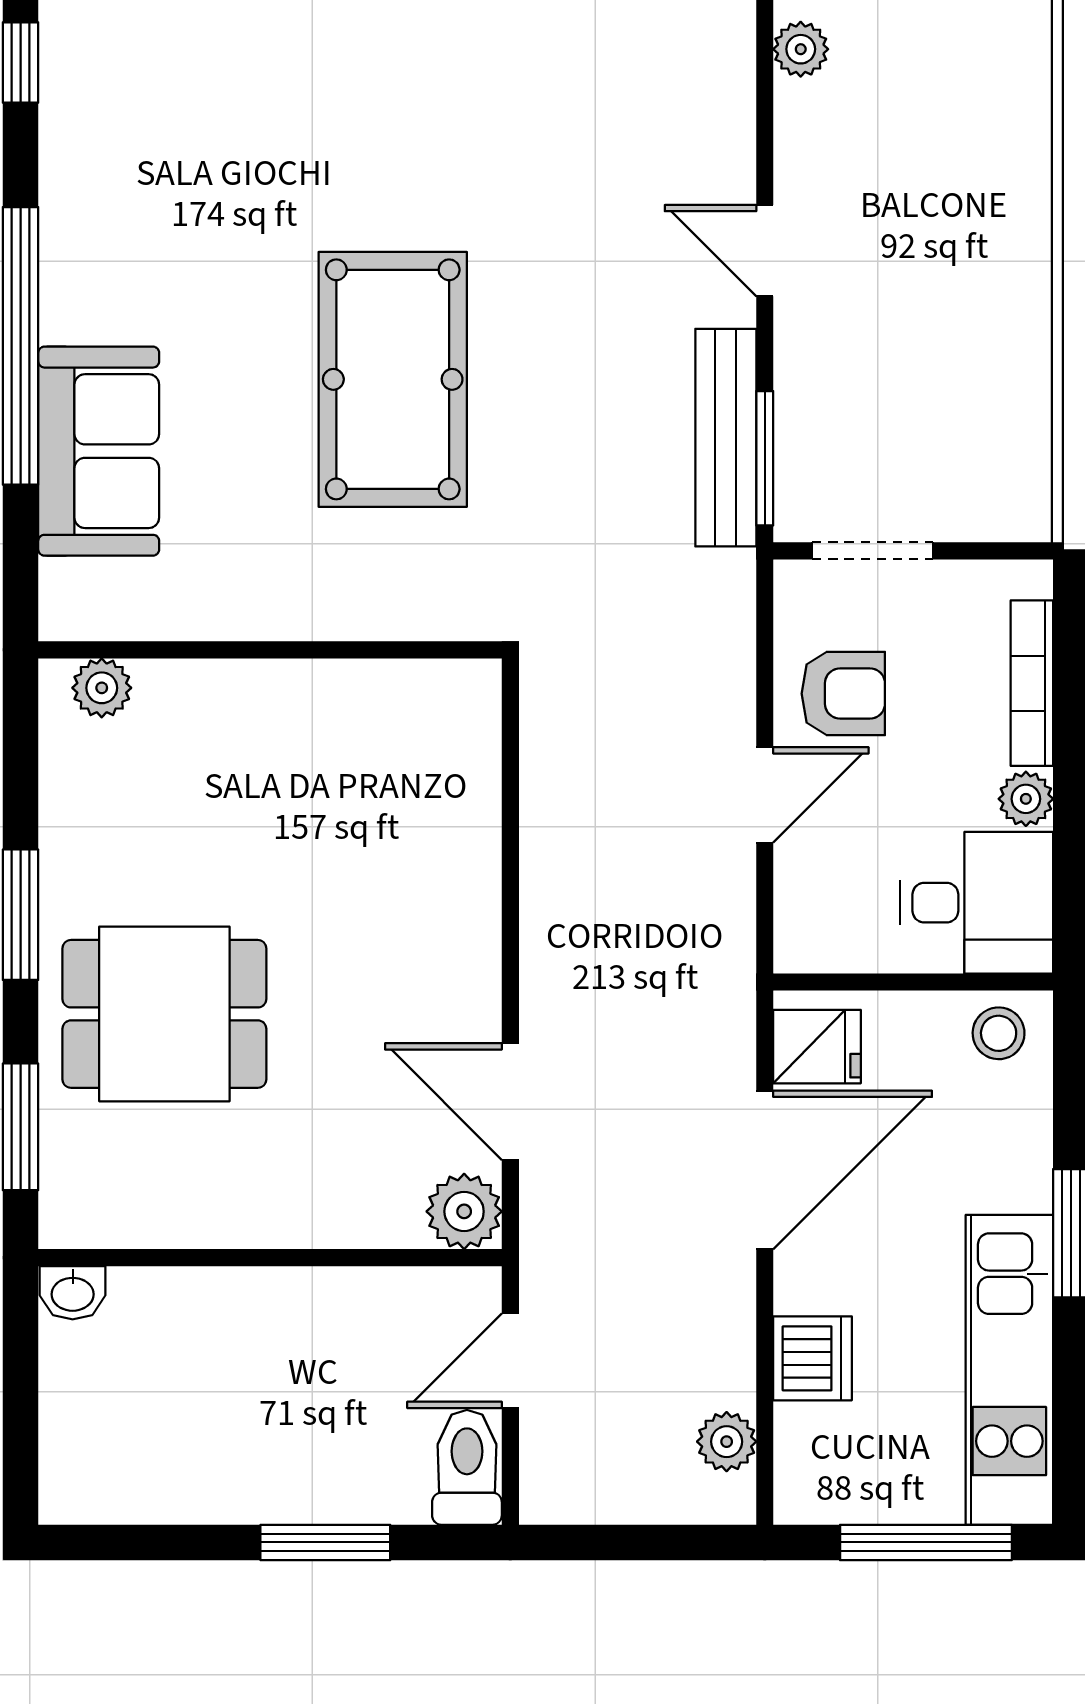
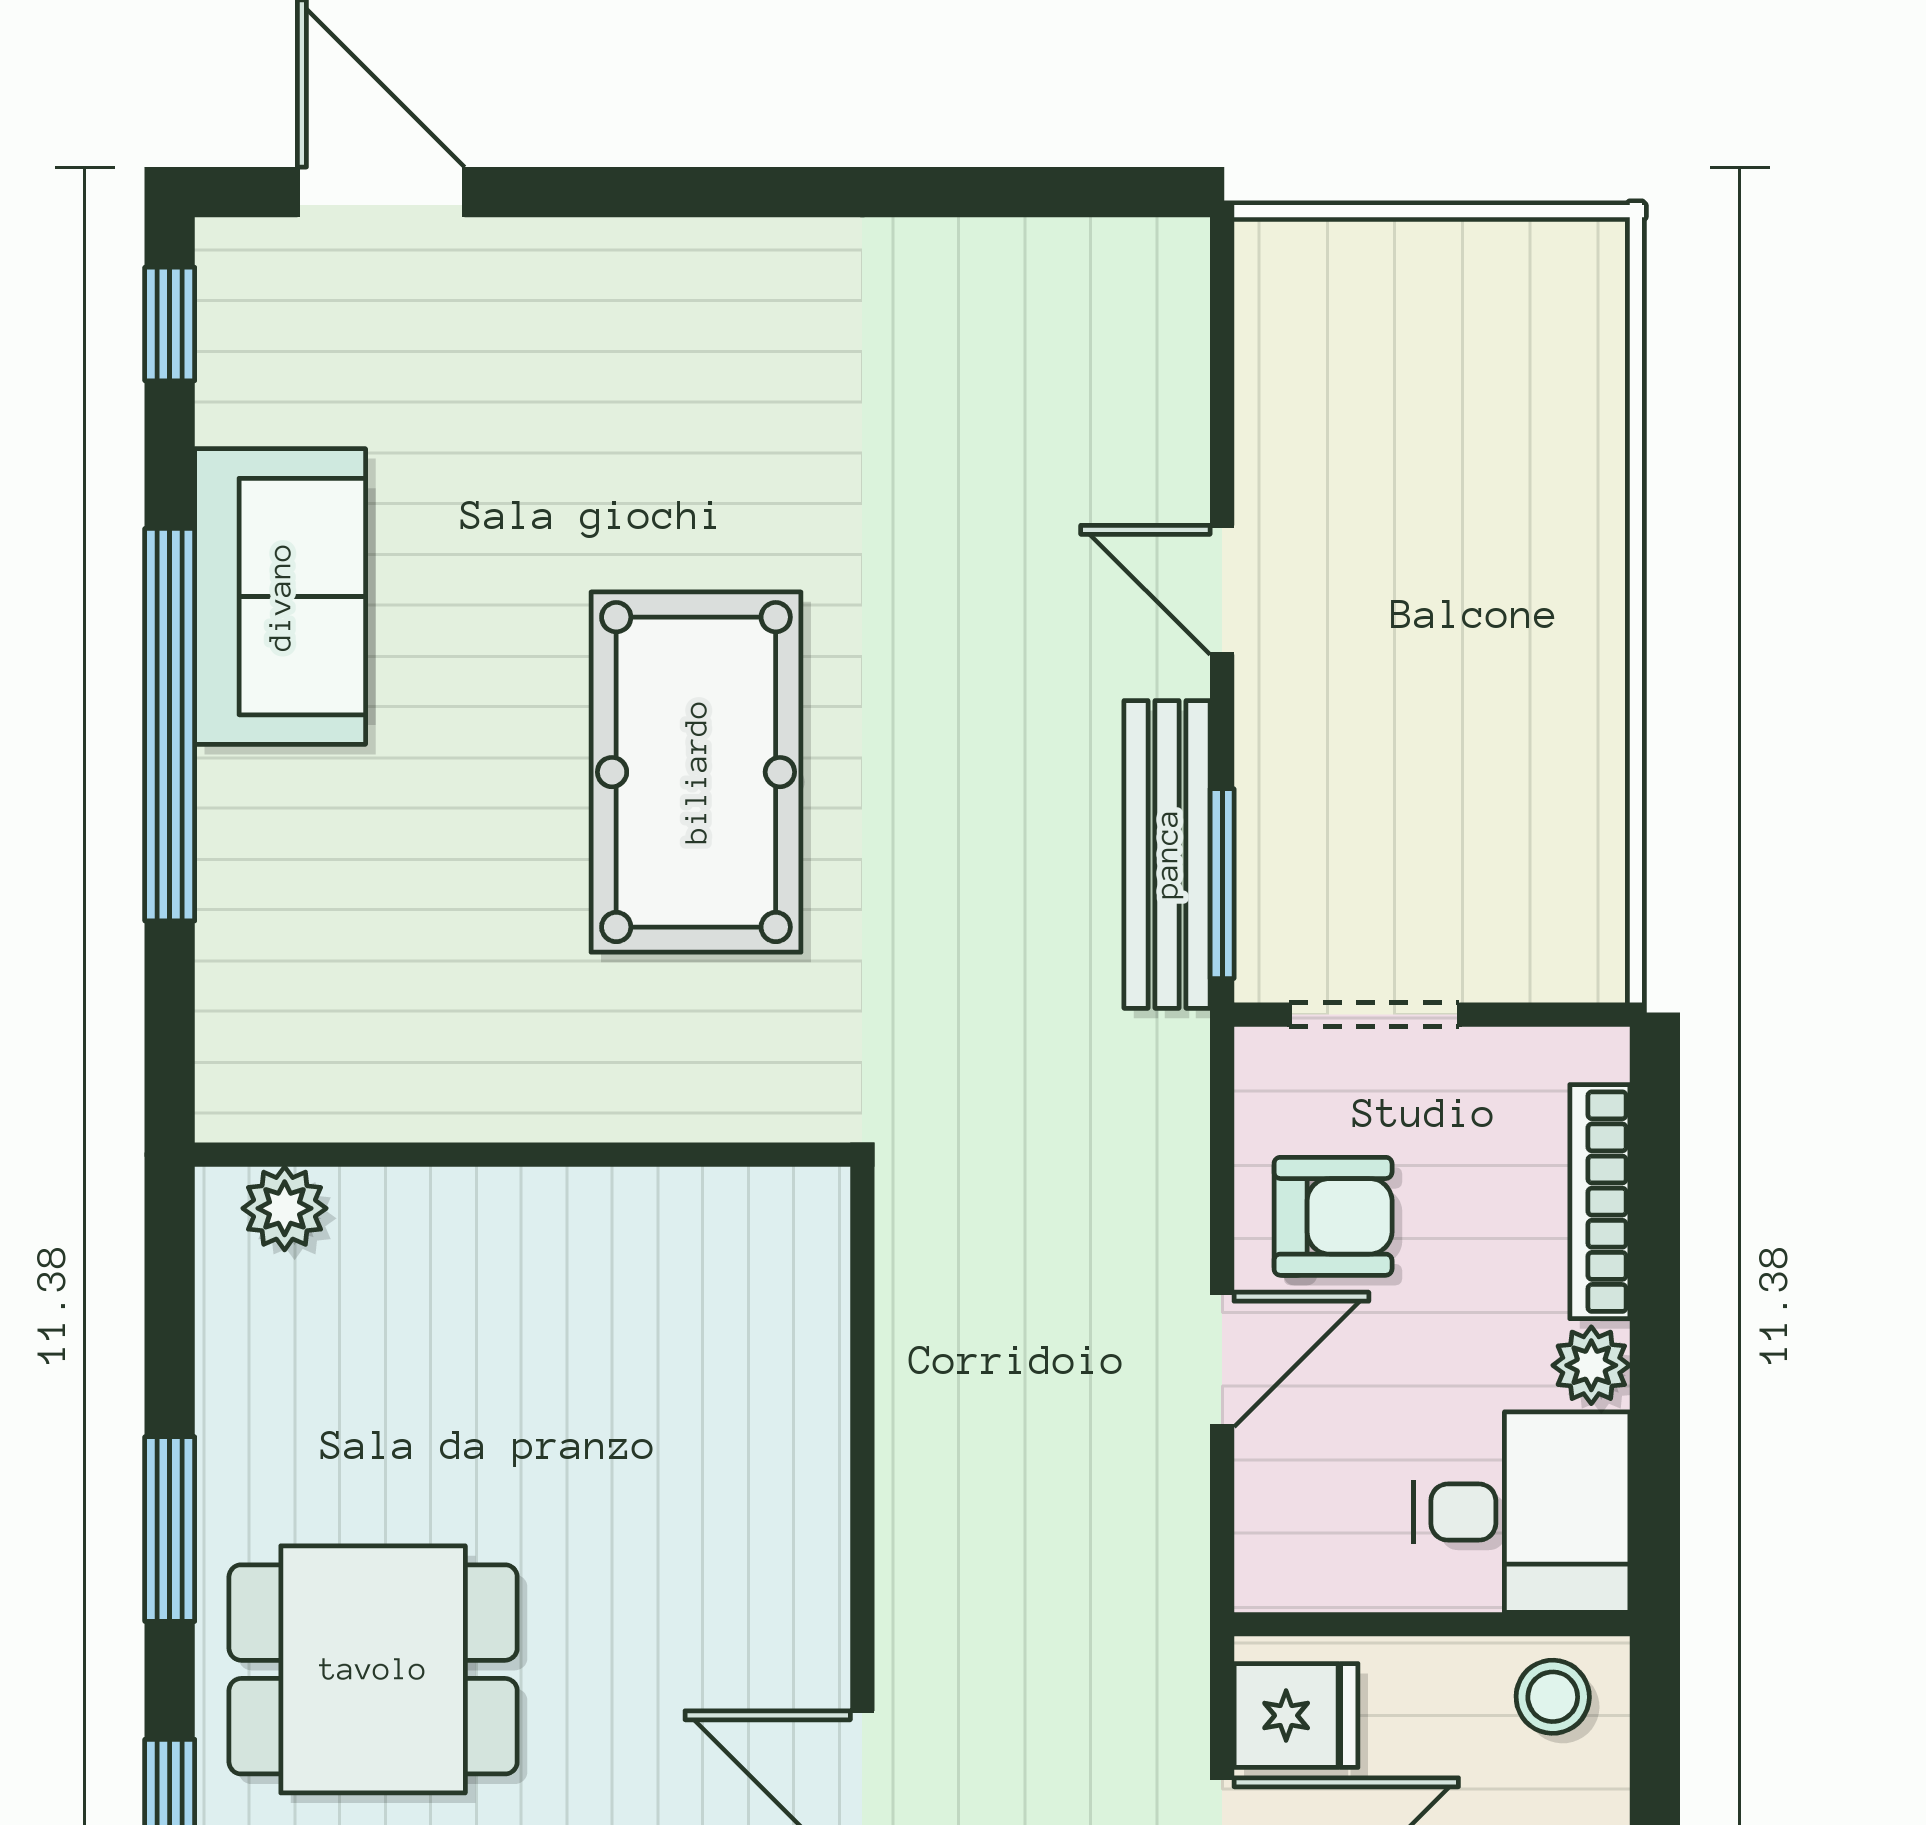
plant: (801, 49) -> (1273, 305), removed
sofa: (99, 451) -> (280, 597), moved

